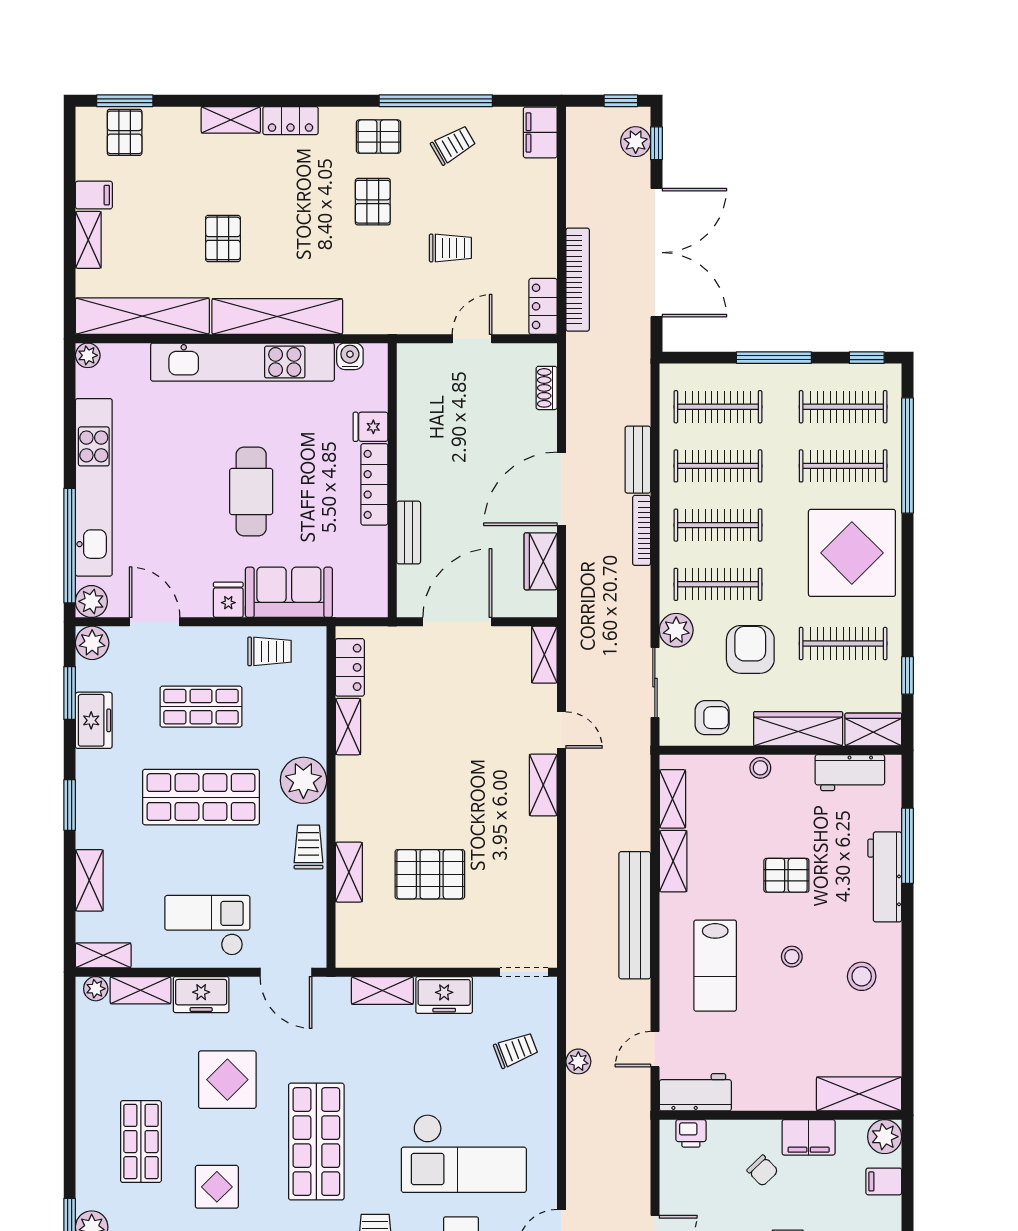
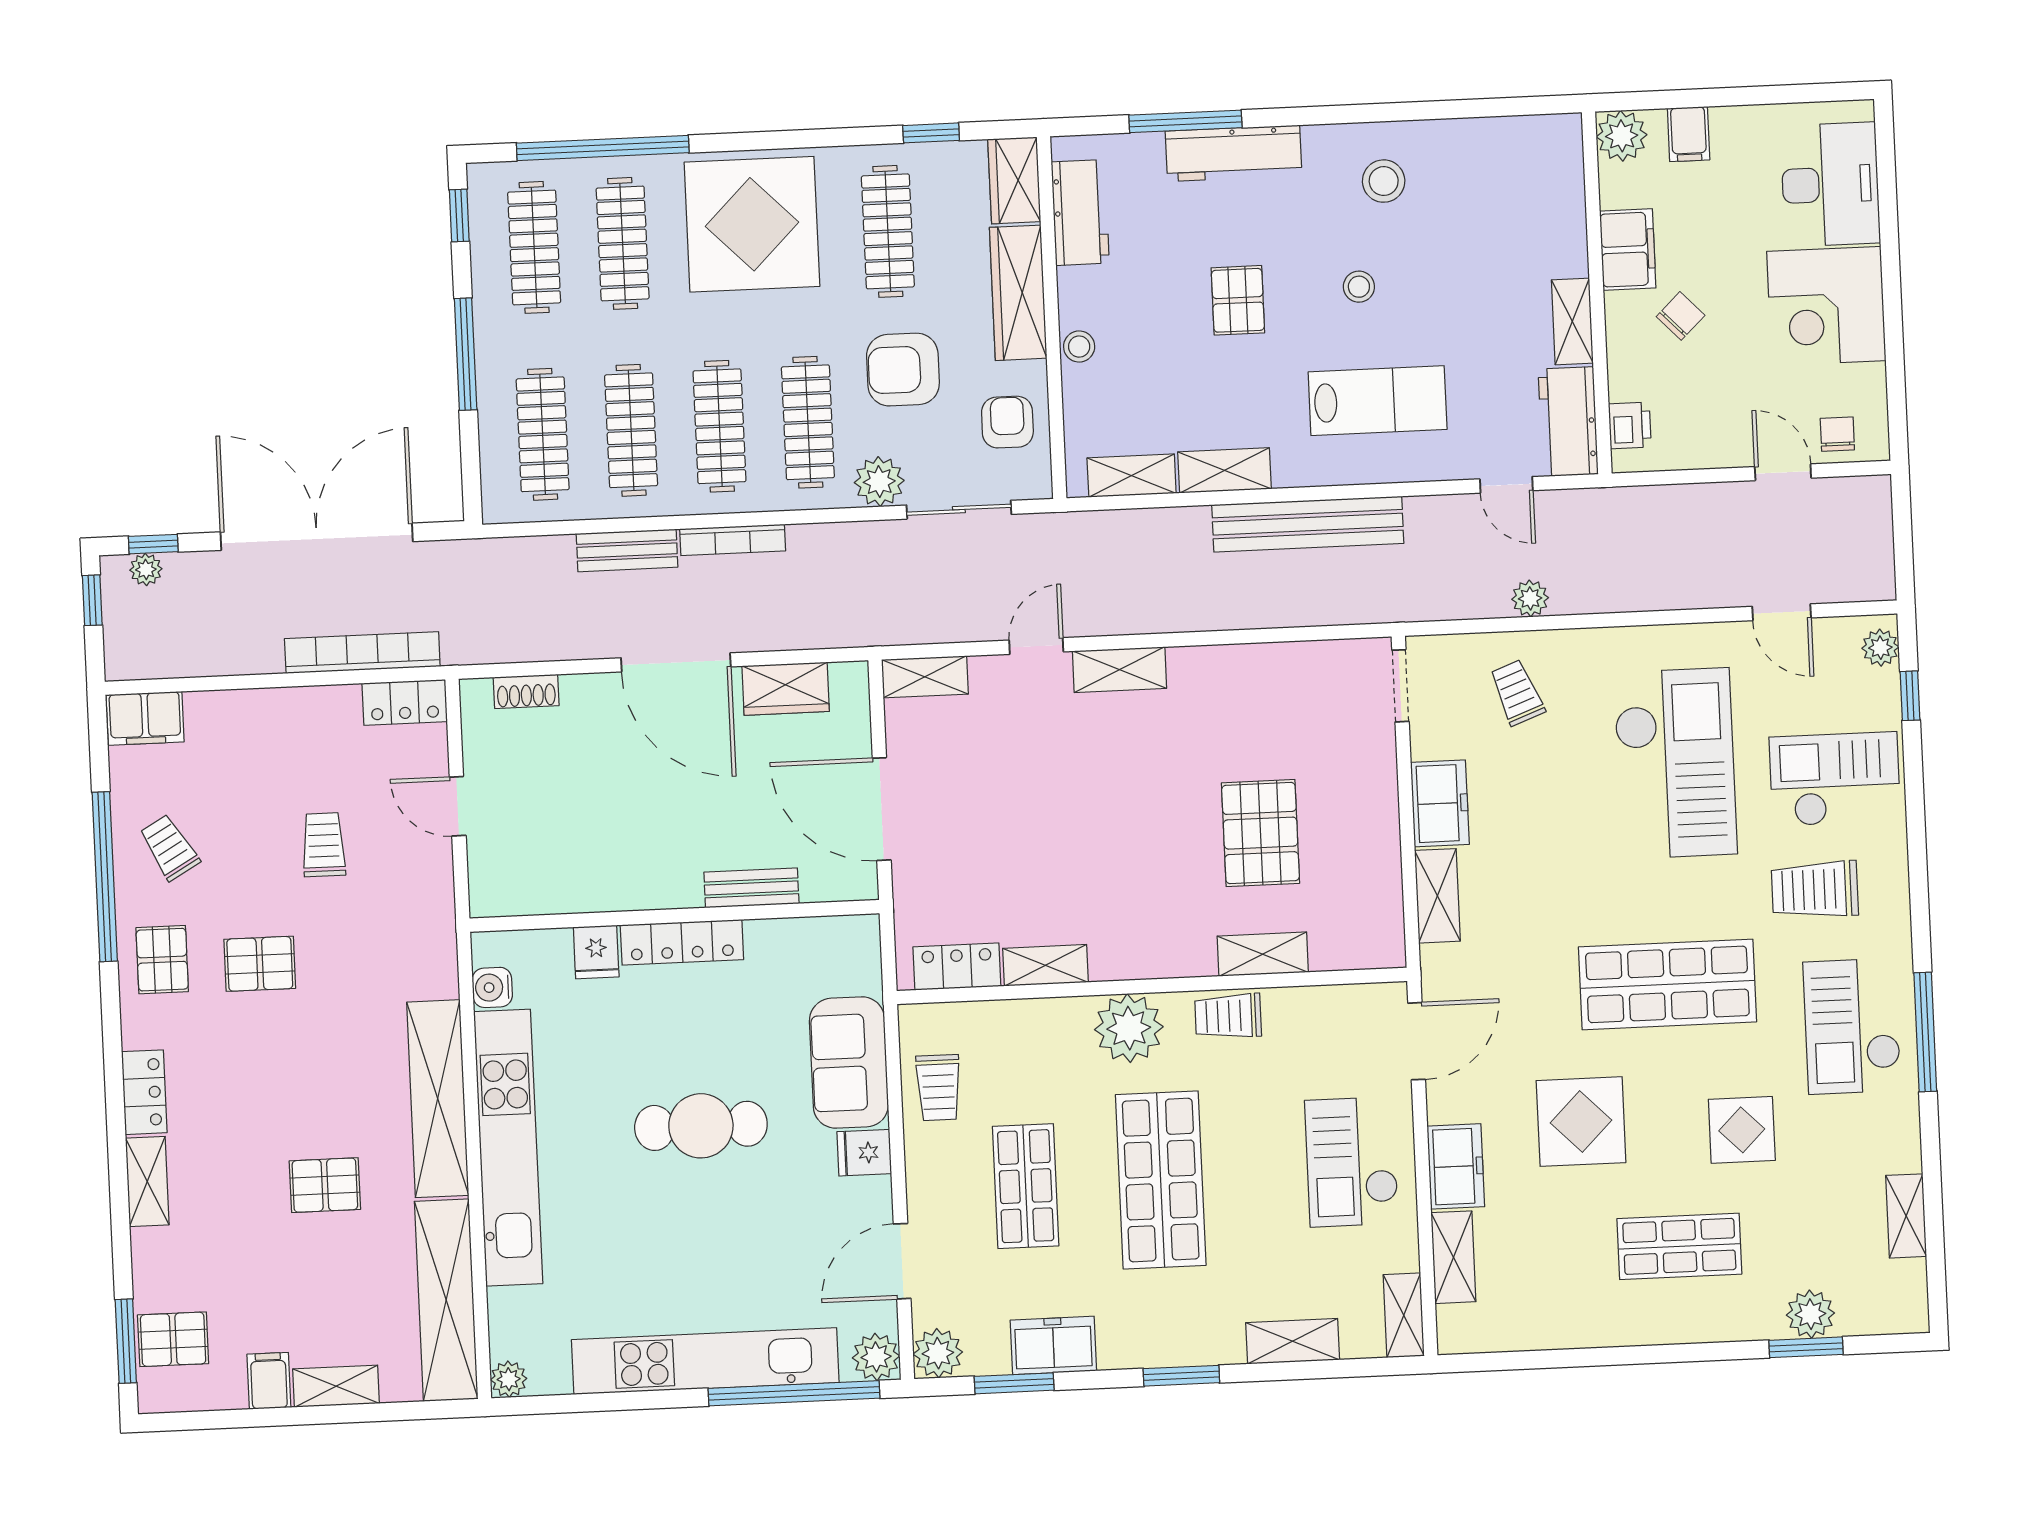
plant: (636, 142) -> (146, 569), width x0.73, depth x0.73
trolley: (270, 651) -> (938, 1088), turned 180
plant: (96, 989) -> (1454, 1324), removed
shelving: (859, 1094) -> (1572, 321), moved, width x0.67, depth x0.75

